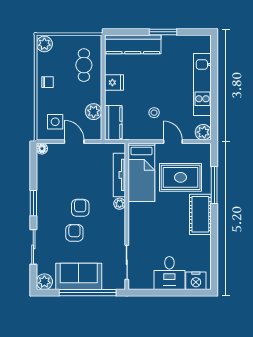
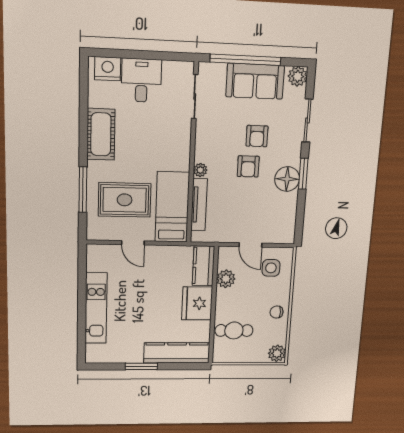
cafe table: (84, 65) -> (234, 330), turned 90
fridge: (114, 82) -> (197, 303), width x1.88, depth x1.34
stool: (154, 113) -> (155, 277), removed
plant: (203, 132) -> (96, 253), removed
floor lamp: (42, 149) -> (287, 179), moved, width x1.89, depth x1.89
cot: (200, 214) -> (101, 134), moved

